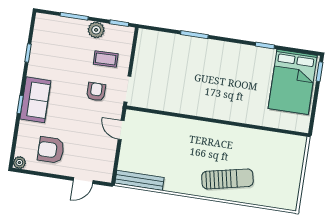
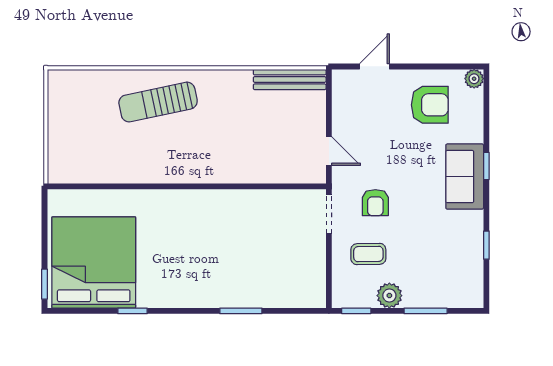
bed: (293, 82) -> (94, 263), width x1.36

